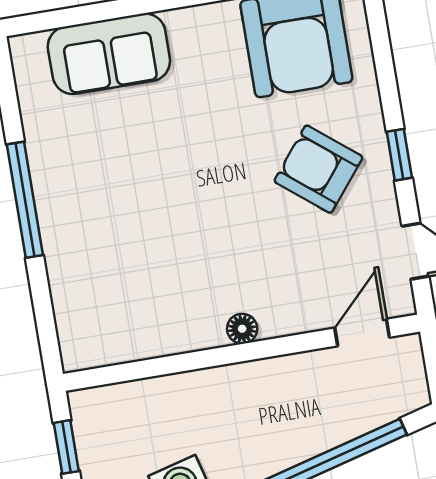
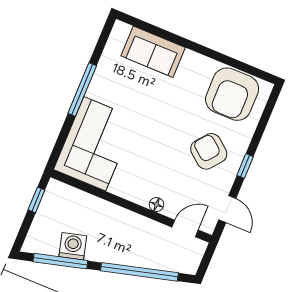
corner sofa: (107, 282) -> (95, 144), added
floor lamp: (242, 329) -> (156, 204), moved

